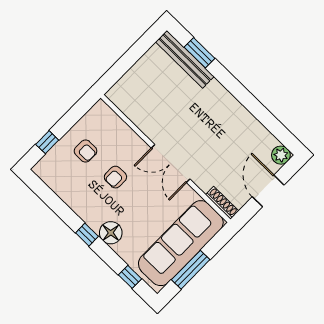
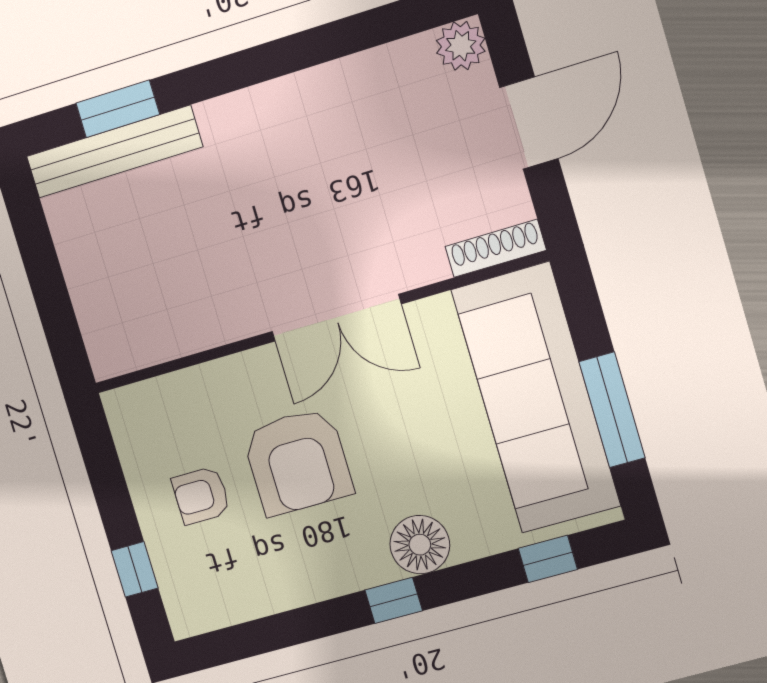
armchair: (86, 151) -> (201, 495), turned 180
armchair: (115, 177) -> (298, 461), width x1.88, depth x1.88
door: (268, 191) -> (529, 123), swing flipped

